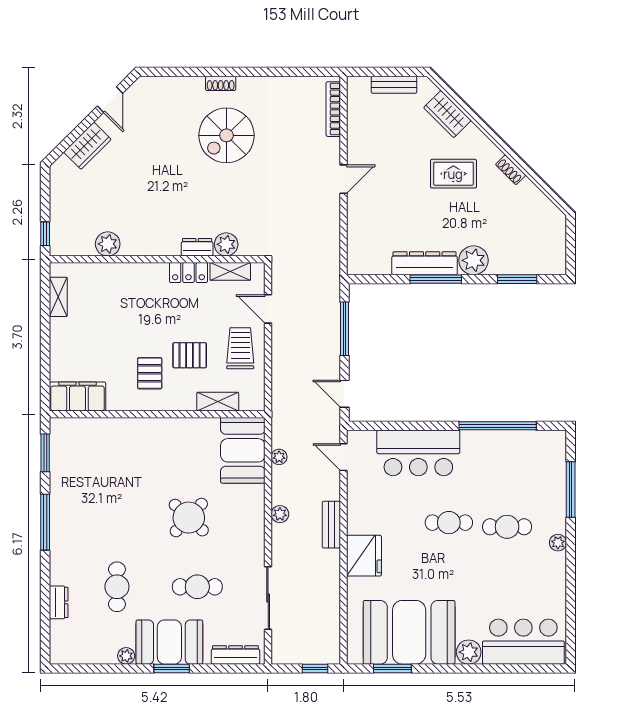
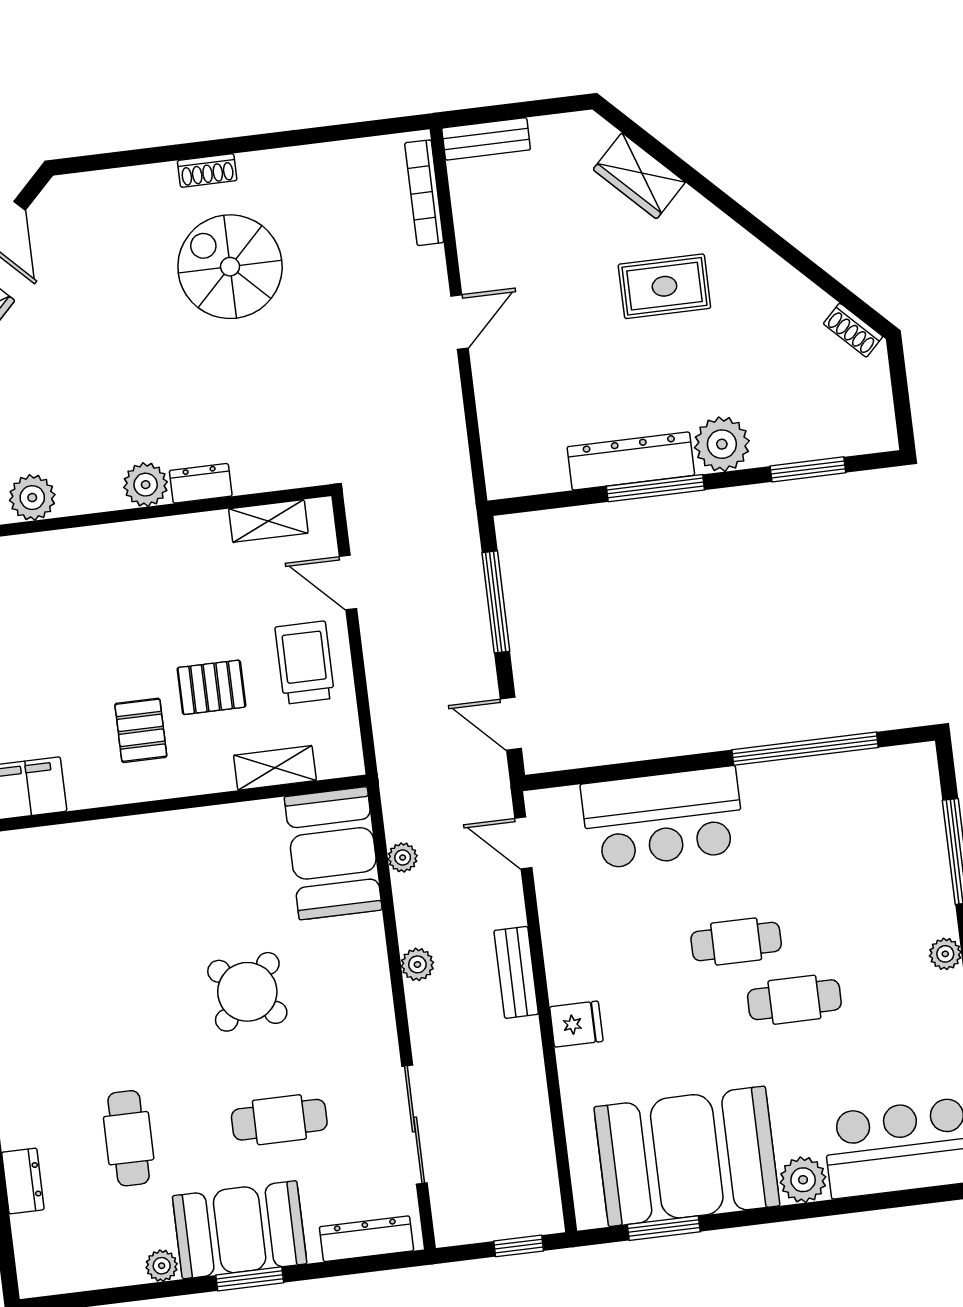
bench: (394, 85) -> (486, 139), moved
spiral stairs: (226, 135) -> (230, 267), turned 90
shoe rack: (511, 170) -> (853, 330), moved
plant: (226, 244) -> (146, 485), moved
locker: (188, 273) -> (190, 533), removed
cafe table: (507, 527) -> (794, 1000), moved
fridge: (364, 556) -> (576, 1024), width x0.53, depth x0.75

